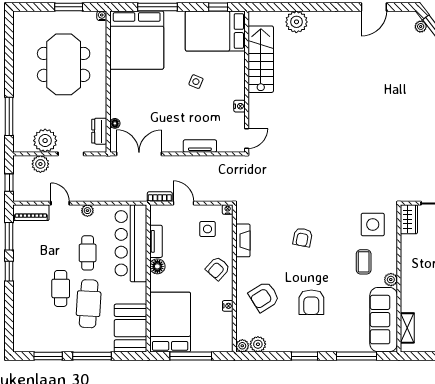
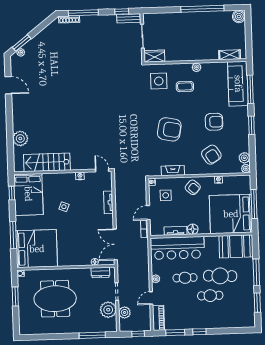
armchair: (303, 237) -> (169, 129), width x1.88, depth x1.88
sofa: (384, 320) -> (238, 84), moved, turned 90
bed: (170, 322) -> (231, 214), width x1.36

